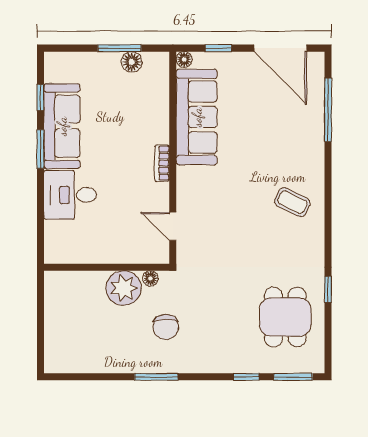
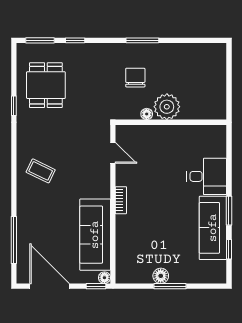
floor lamp: (184, 59) -> (104, 278), moved
sofa: (197, 117) -> (95, 235), moved
wall: (173, 158) -> (113, 204), moved
bookcase: (162, 163) -> (121, 200), moved
door: (173, 226) -> (113, 153), moved

